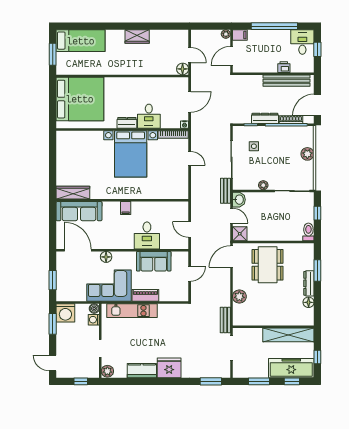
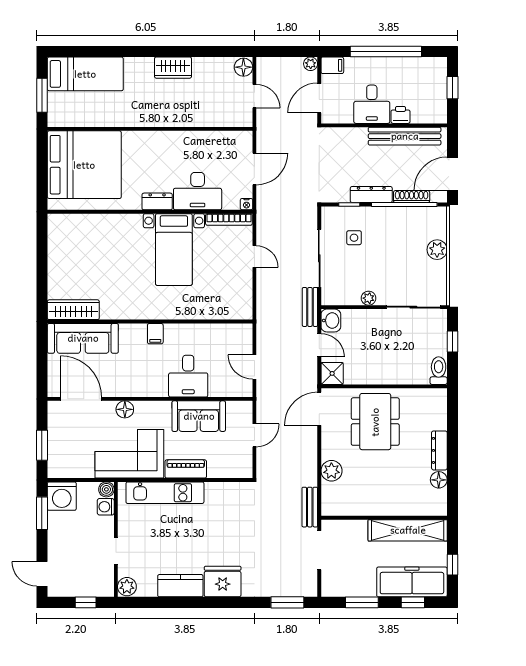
desk: (302, 42) -> (372, 104), moved, turned 180
floor lamp: (183, 69) -> (243, 67), moved
desk: (149, 116) -> (198, 191), width x1.37
bed with nightstands: (131, 154) -> (174, 250), width x0.73
window: (317, 271) -> (452, 431), removed

